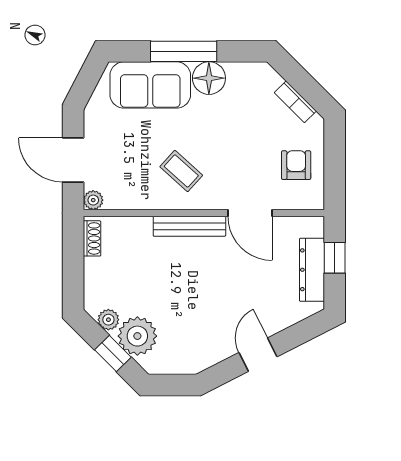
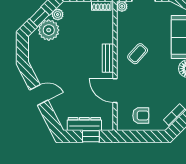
door: (250, 213) -> (115, 91), hinge flipped
bench: (189, 226) -> (108, 58), width x0.73

